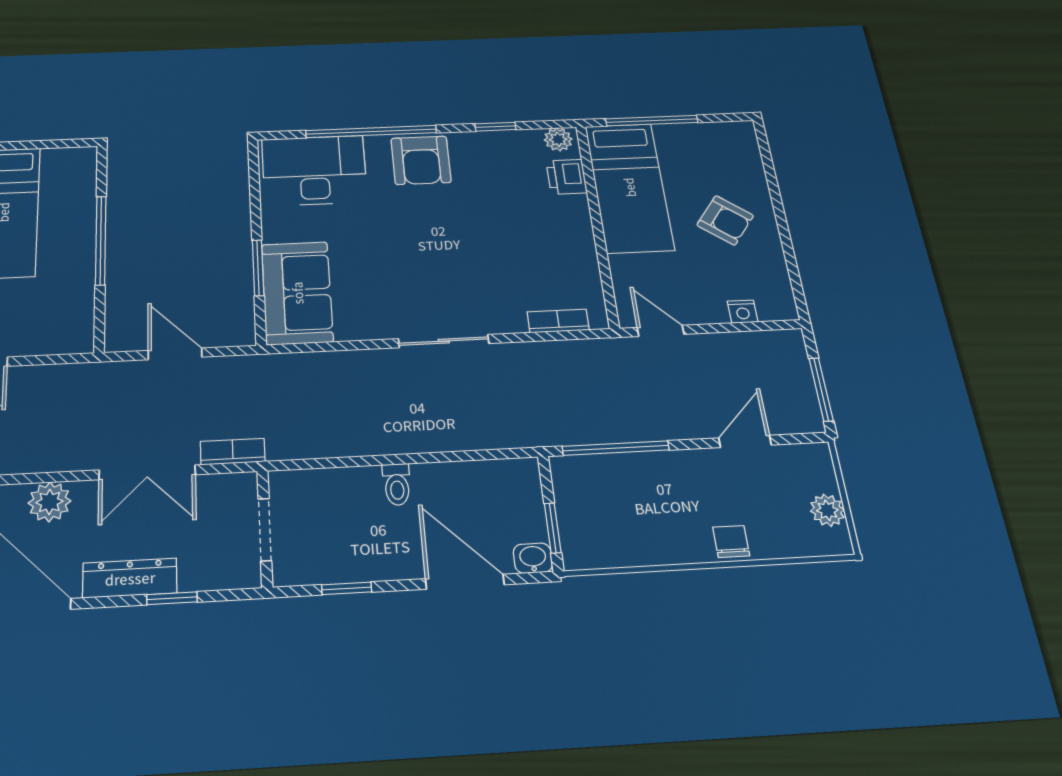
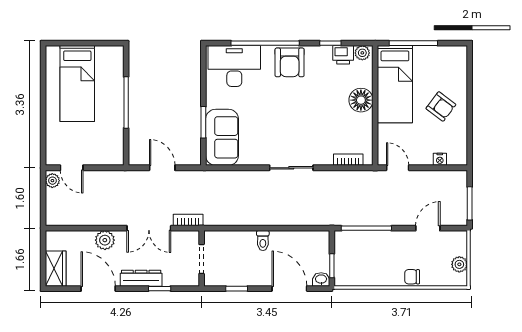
printer: (567, 177) -> (343, 55), moved, turned -90
floor lamp: (568, 216) -> (361, 100), added
chair: (731, 541) -> (412, 277), turned -90

